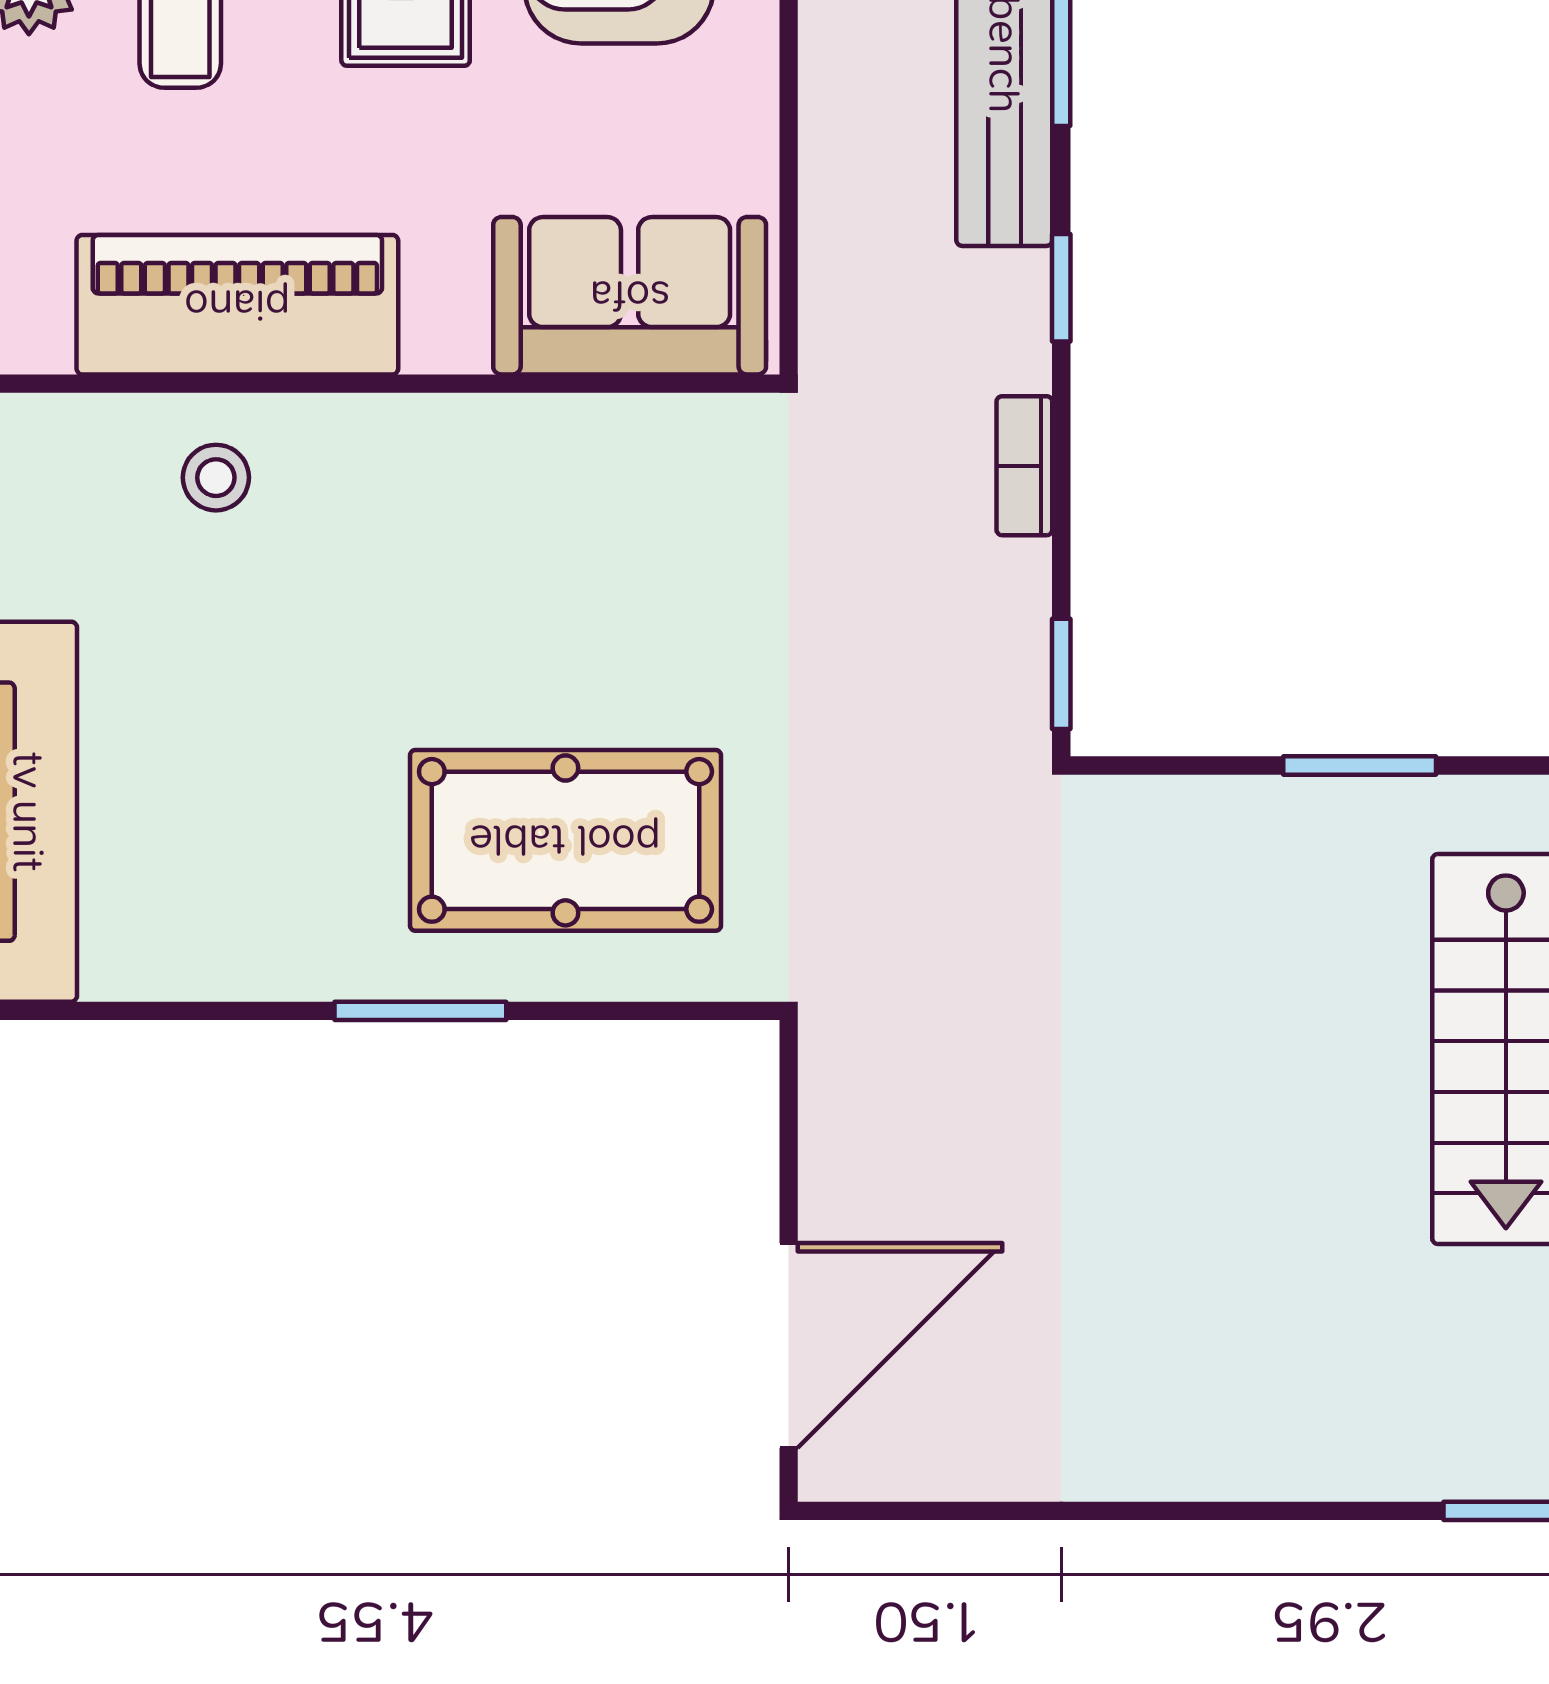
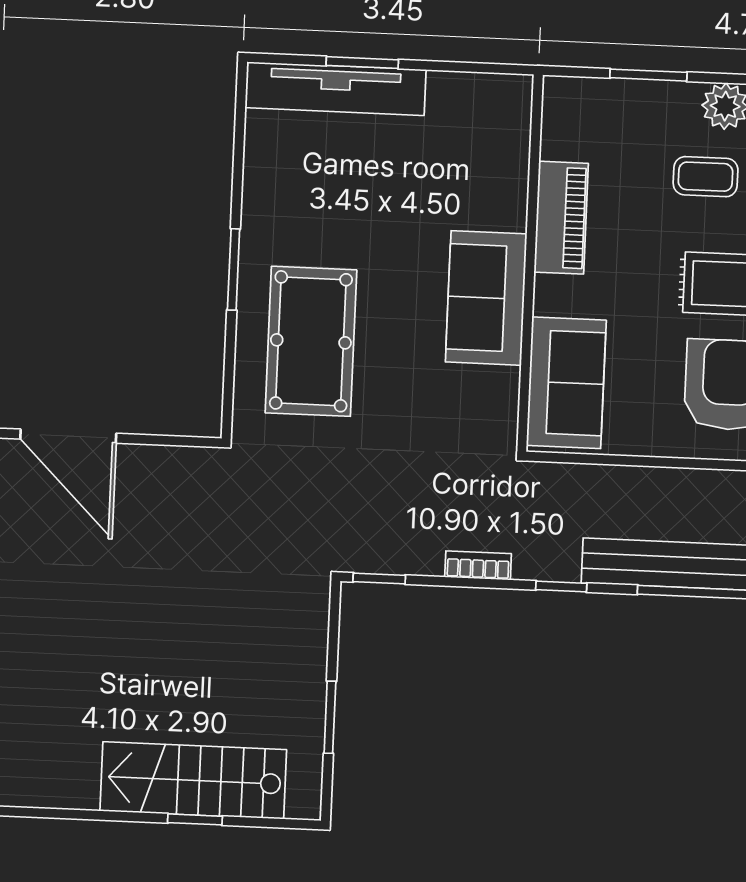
piano: (237, 305) -> (561, 218), width x0.73, depth x0.75
sofa: (457, 473) -> (486, 298), added
stool: (216, 478) -> (489, 184), removed

